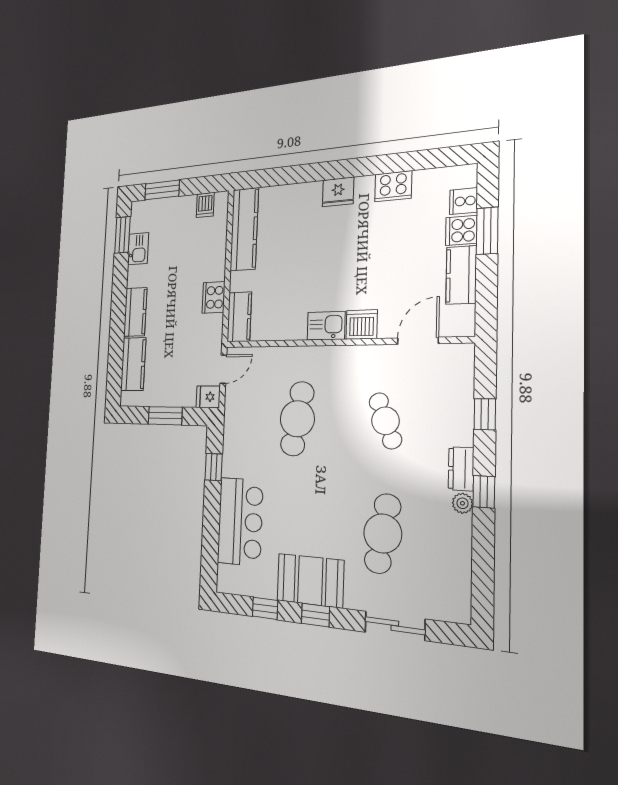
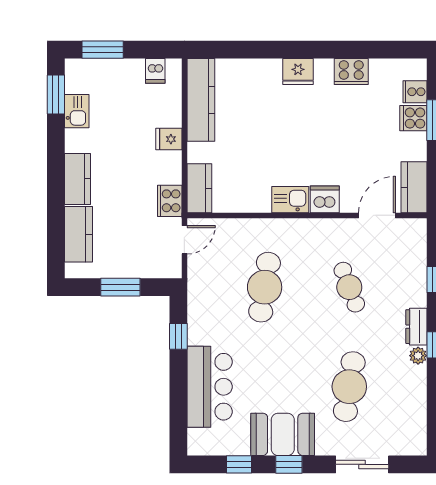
kitchen counter: (461, 275) -> (414, 187), moved
cooker: (213, 297) -> (170, 201), moved
fridge: (208, 397) -> (169, 139), moved

